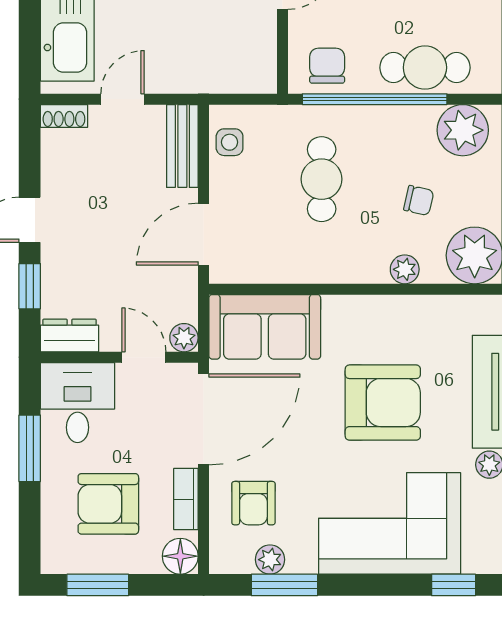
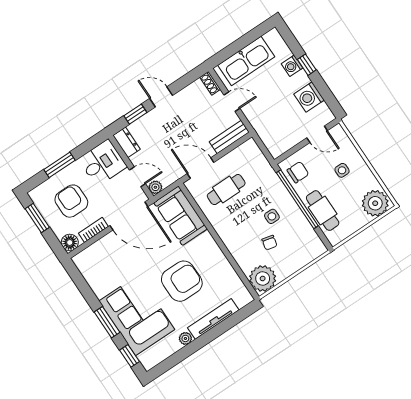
plant: (463, 130) -> (308, 241), removed
side table: (230, 142) -> (272, 216), moved
cafe table: (322, 179) -> (226, 190), moved
plant: (405, 269) -> (239, 255), removed
door: (144, 357) -> (137, 177), hinge flipped
armchair: (383, 403) -> (182, 281), turned -90
window: (30, 448) -> (59, 165), moved
armchair: (253, 503) -> (109, 257), removed
plant: (270, 560) -> (92, 278), removed
window: (284, 585) -> (107, 322), moved

